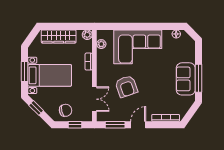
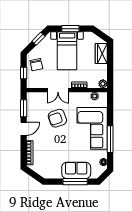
window: (150, 26) -> (110, 139), added
wardrobe: (59, 36) -> (101, 54), width x0.67
window: (199, 78) -> (75, 182), moved
sofa: (186, 79) -> (76, 170), moved
double door: (94, 99) -> (58, 90), moved
door: (138, 125) -> (24, 129), hinge flipped

